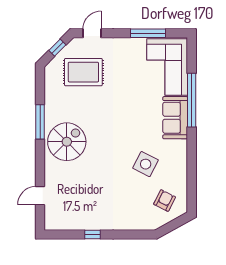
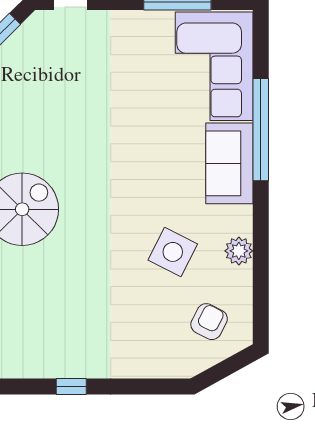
rug: (83, 72) -> (54, 76), removed
plant: (180, 163) -> (239, 251), added

